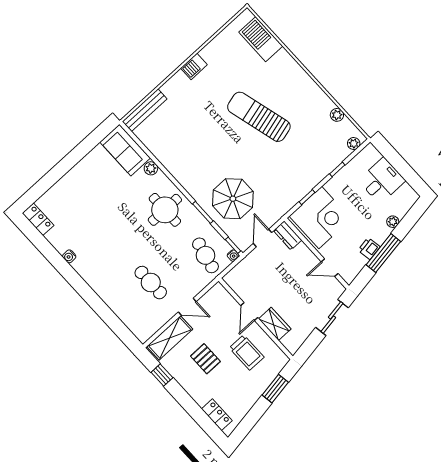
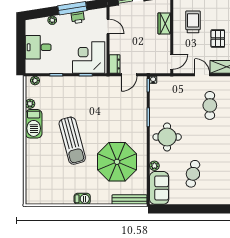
barbecue: (261, 39) -> (34, 124), moved
parasol: (233, 199) -> (117, 162), moved, width x1.36, depth x1.36
cafe table: (205, 255) -> (193, 174), moved
door: (249, 312) -> (172, 62), moved

